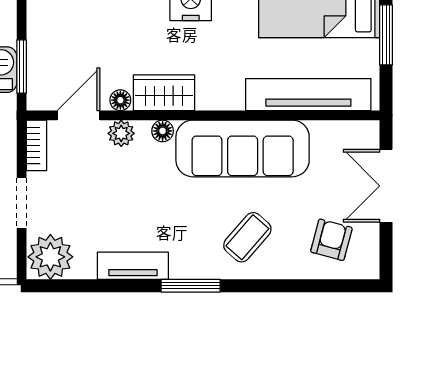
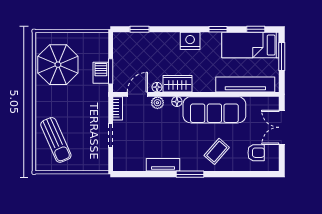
armchair: (331, 240) -> (256, 153), turned 75
plant: (50, 257) -> (124, 161), removed

